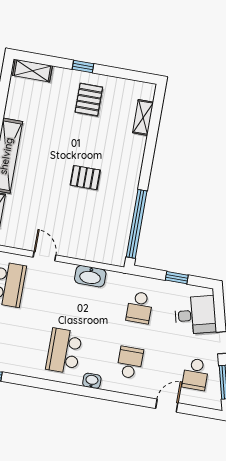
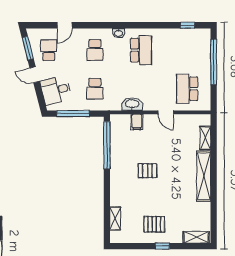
pallet: (89, 100) -> (154, 224), turned 90
filing cabinet: (88, 250) -> (137, 122), added
window: (177, 278) -> (73, 114), width x2.17
school desk: (140, 308) -> (95, 89), turned 180

